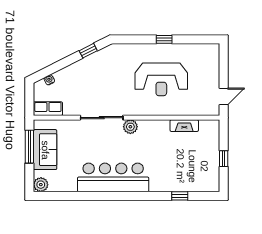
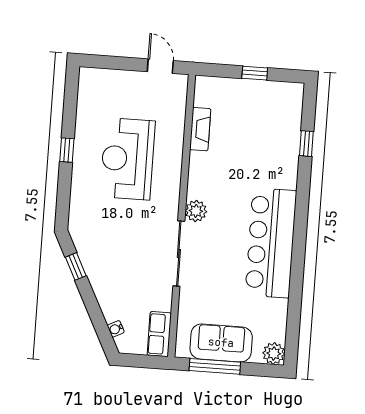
reception desk: (161, 79) -> (127, 159), turned 180

